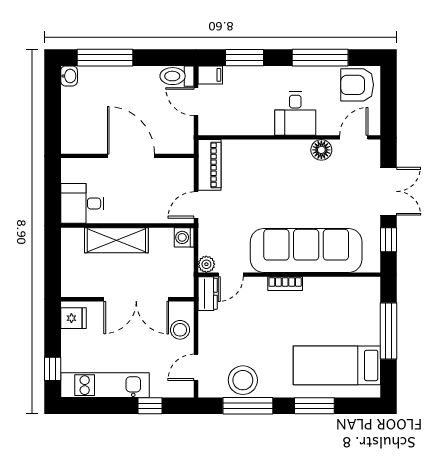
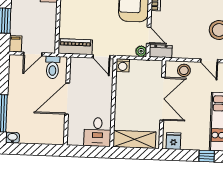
toilet: (177, 76) -> (53, 67), moved
shelving: (116, 240) -> (134, 139), moved, turned 90

